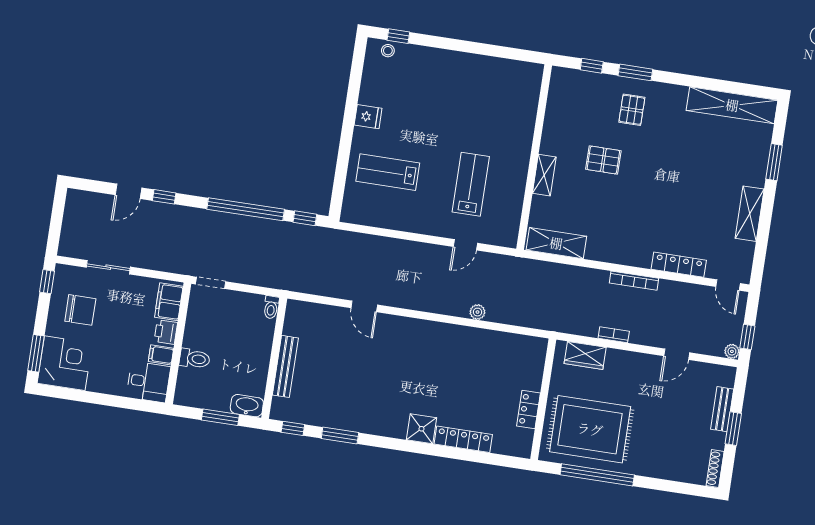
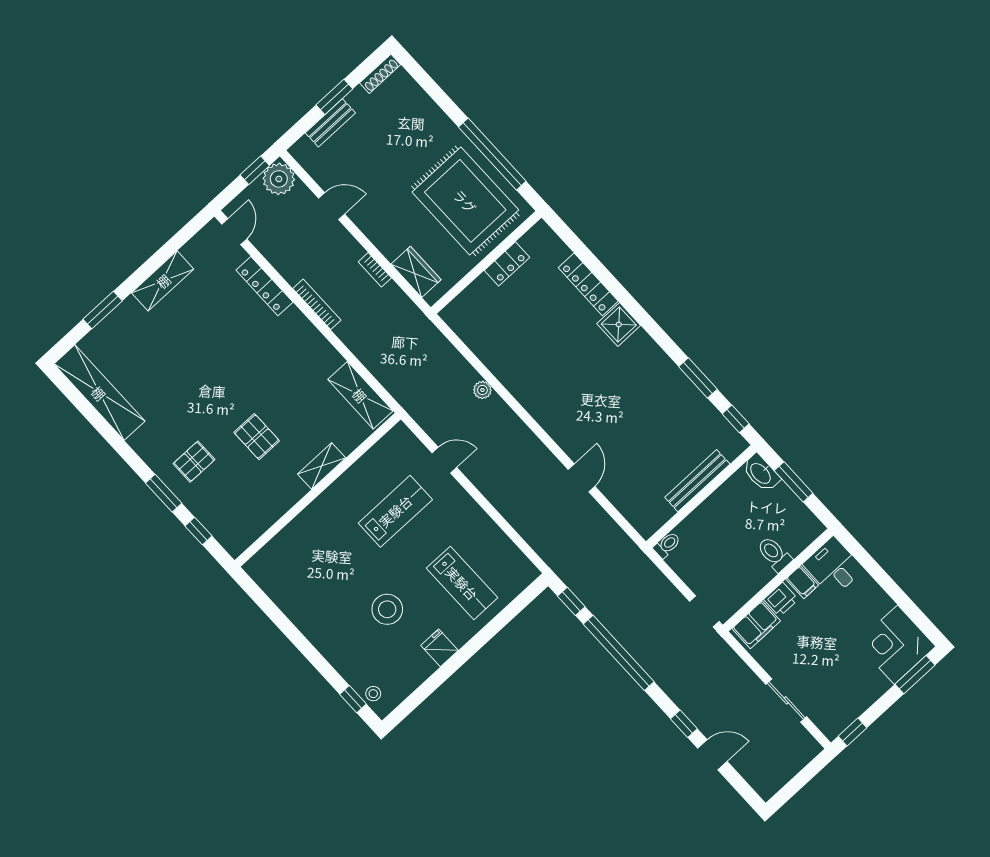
stool: (424, 114) -> (387, 609), added
lab bench: (471, 184) -> (395, 511), turned 180
chair: (80, 310) -> (843, 682), removed
plant: (732, 351) -> (279, 179), width x1.87, depth x1.87

